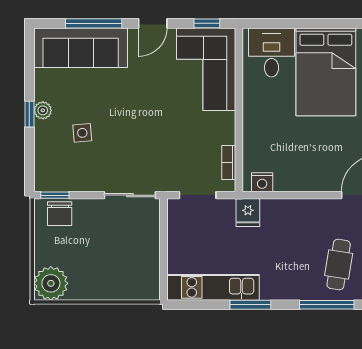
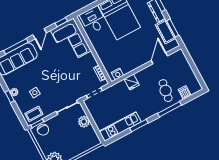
coffee table: (58, 173) -> (34, 114), added
fridge: (248, 213) -> (132, 82), moved
plant: (147, 240) -> (84, 122), added

